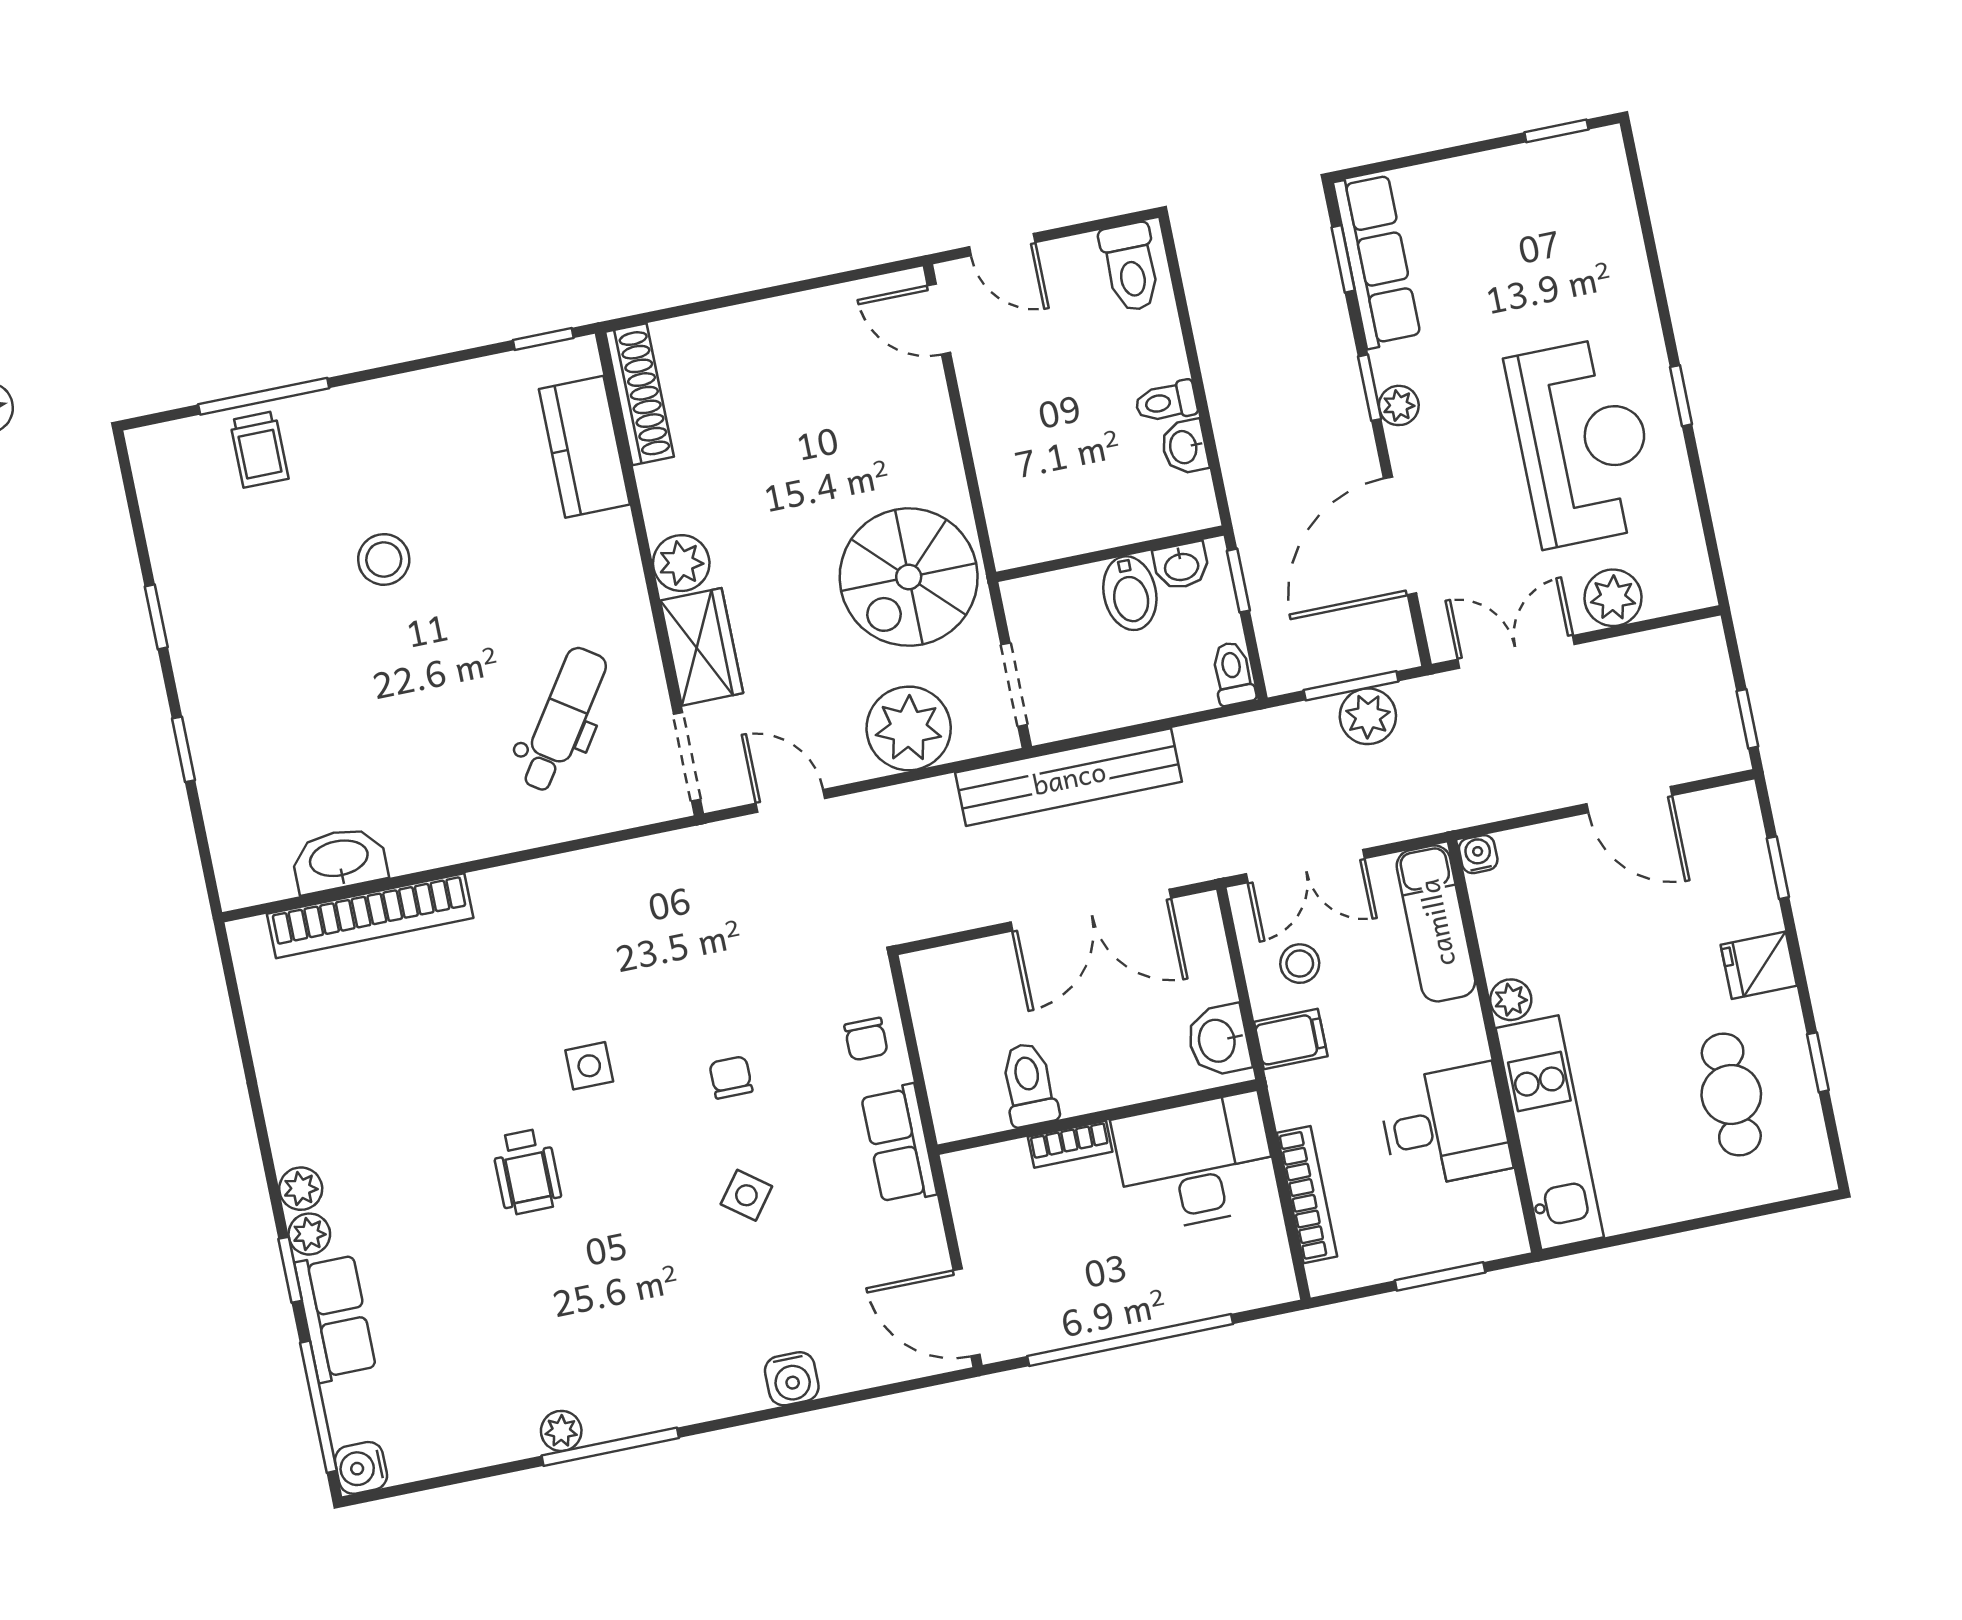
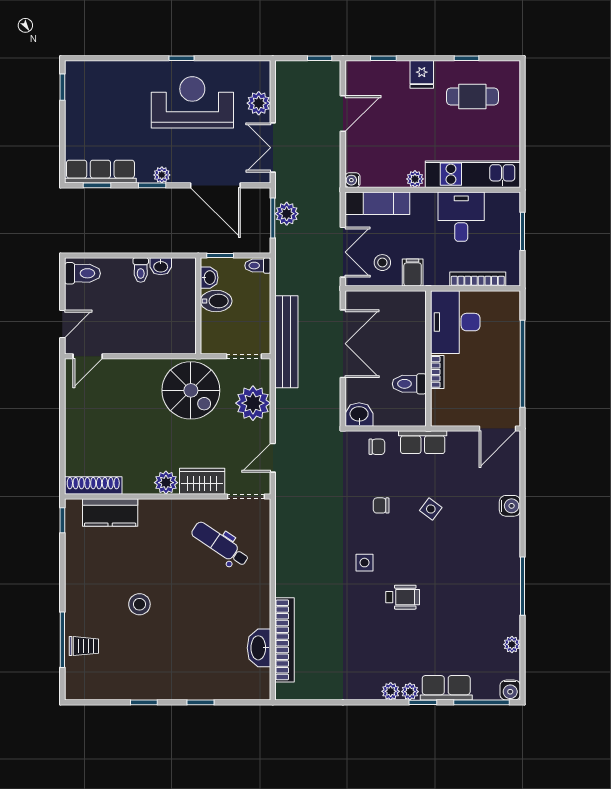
washbasin: (1218, 1040) -> (359, 415), moved, turned 180
plant: (561, 1431) -> (512, 644), moved

